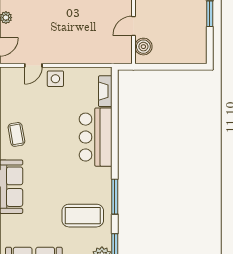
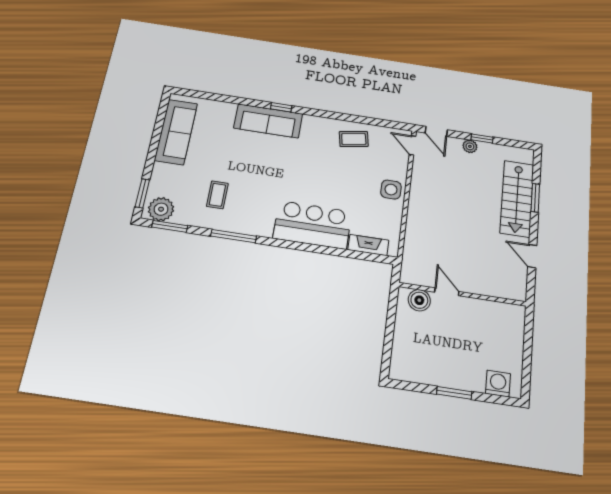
door: (33, 65) -> (413, 145), moved
coffee table: (16, 134) -> (354, 139), moved
coffee table: (83, 216) -> (217, 195), width x0.54, depth x0.58

